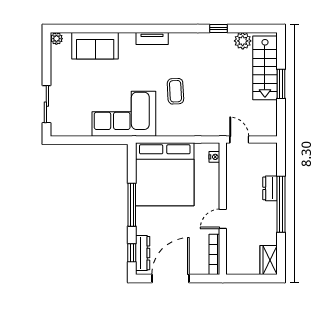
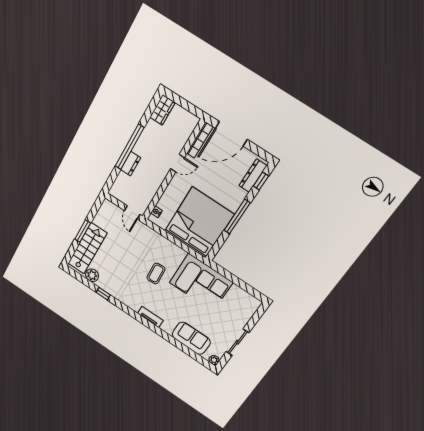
sliding door: (46, 104) -> (238, 342), moved
door: (170, 279) -> (231, 134), moved

